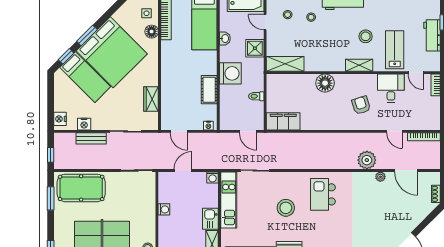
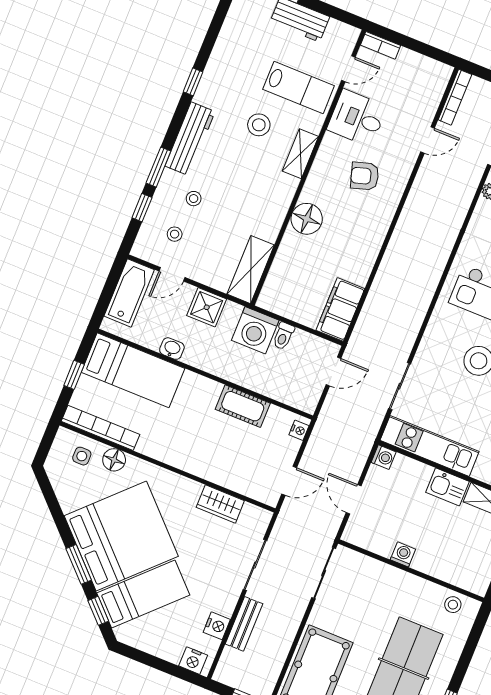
lab bench: (395, 50) -> (299, 87), turned 180
washing machine: (230, 73) -> (255, 330), moved, turned 180
plant: (367, 160) -> (455, 202), removed

